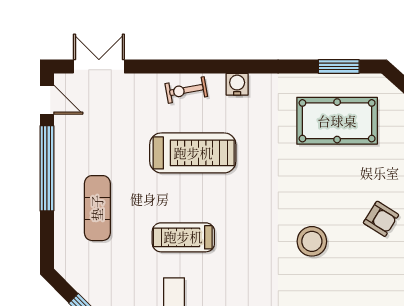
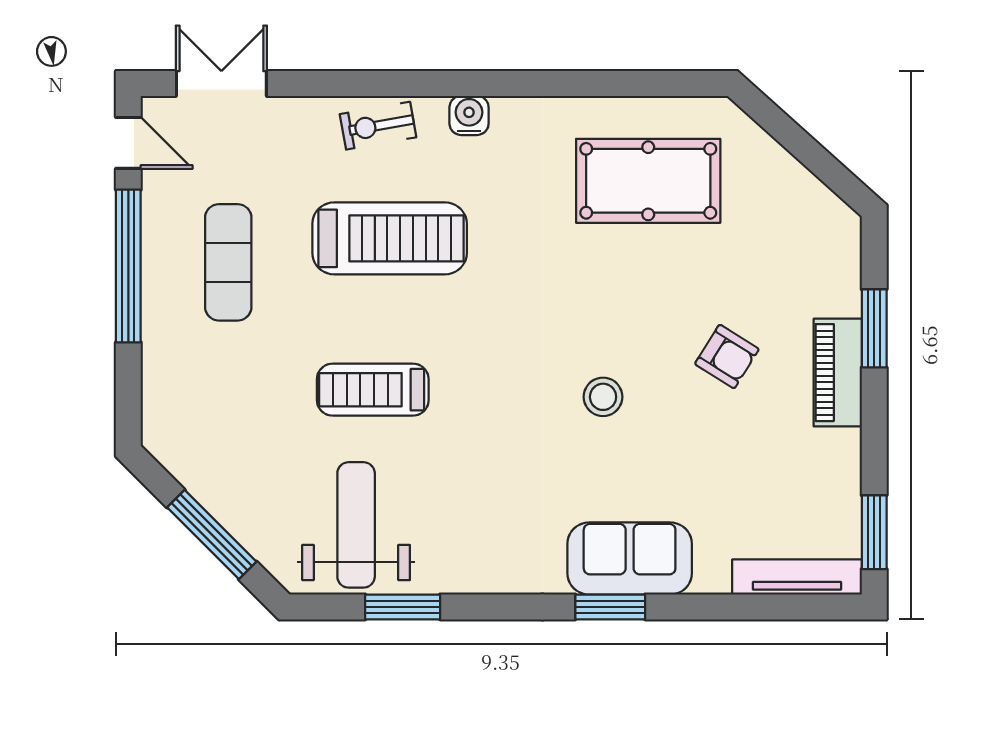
window: (339, 66) -> (651, 84), removed
exercise mat: (97, 208) -> (228, 262), moved
stool: (312, 241) -> (603, 397), width x0.73, depth x0.73

